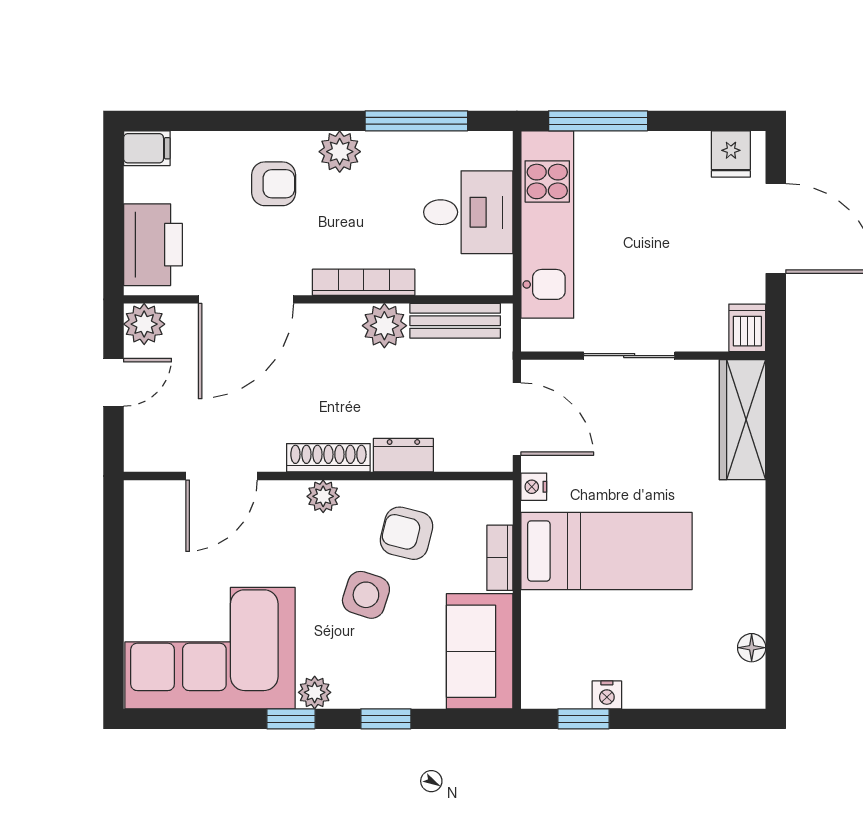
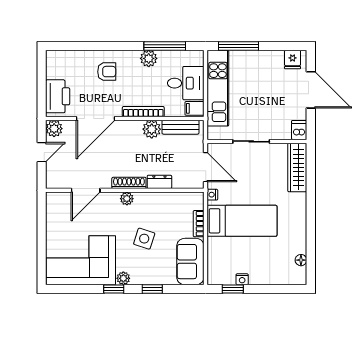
filing cabinet: (147, 148) -> (194, 108), moved, turned 180
plant: (340, 152) -> (149, 58), moved
armchair: (407, 533) -> (161, 214), removed

